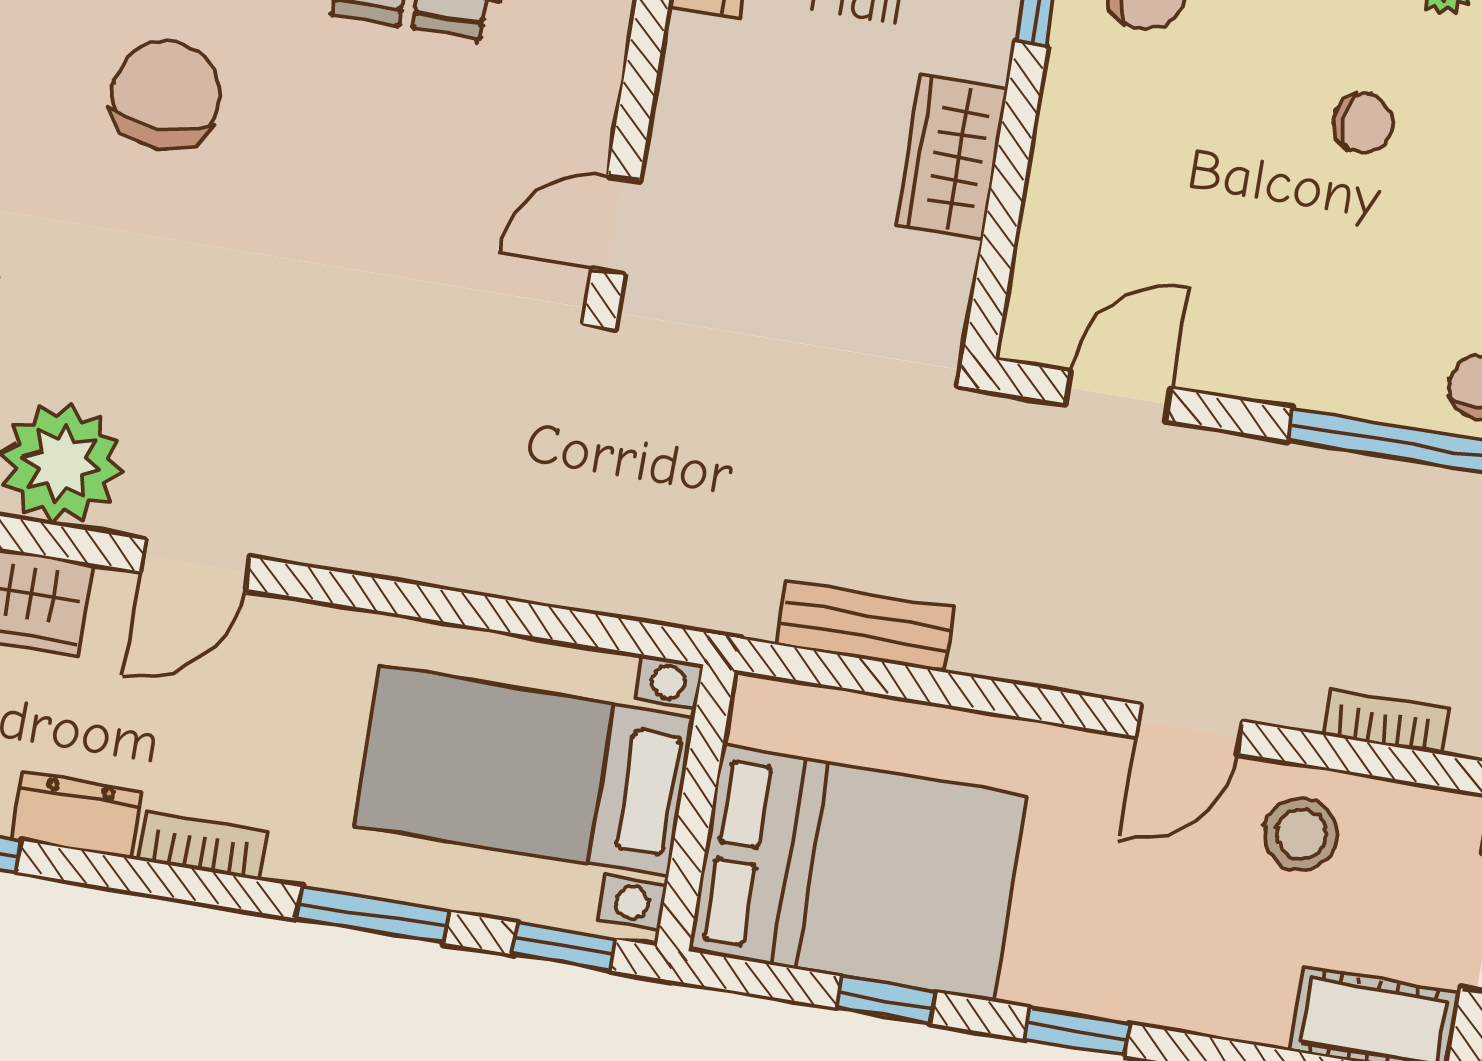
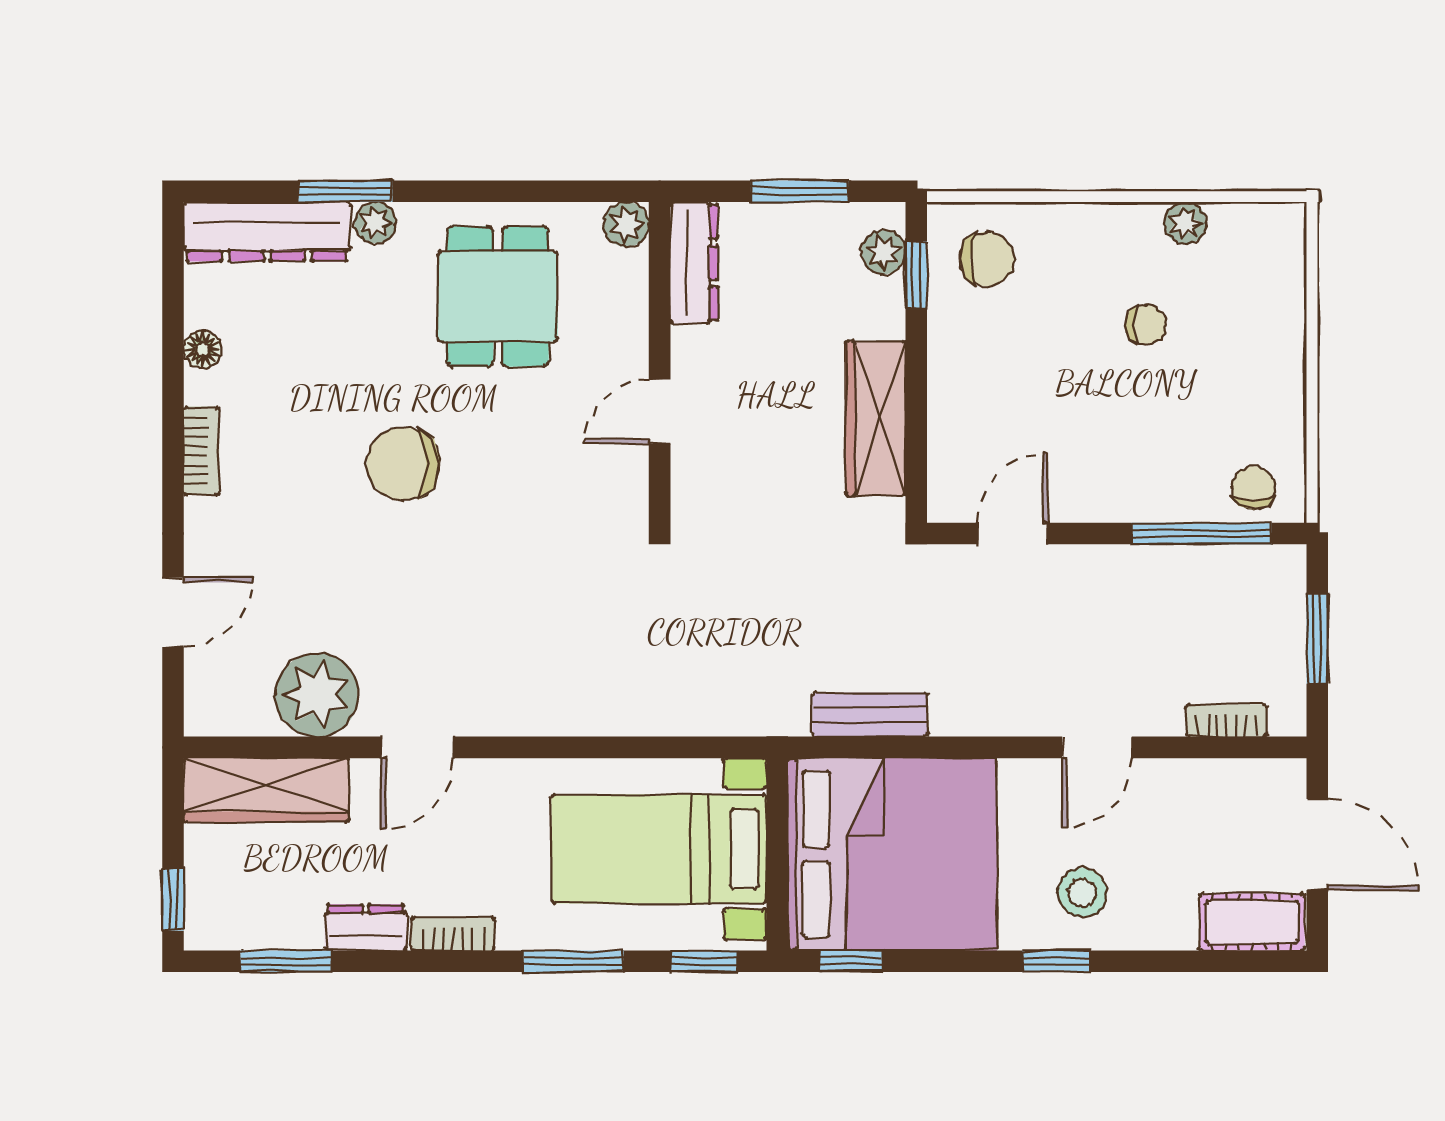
chair: (166, 95) -> (403, 464), moved, turned -90
wardrobe: (952, 157) -> (876, 418), width x1.50
door: (616, 225) -> (660, 411), moved
stool: (1301, 834) -> (1082, 892), moved
bed: (858, 873) -> (892, 854), width x1.36
window: (886, 1000) -> (851, 961), moved

